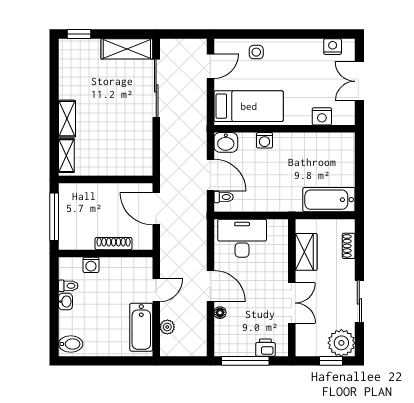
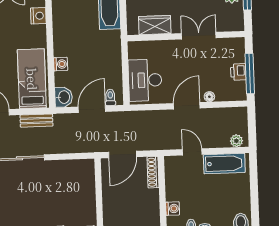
bench: (200, 110) -> (36, 121), added
shoe rack: (114, 244) -> (153, 172), moved
plant: (167, 327) -> (236, 141), moved
printer: (265, 348) -> (238, 72), moved

